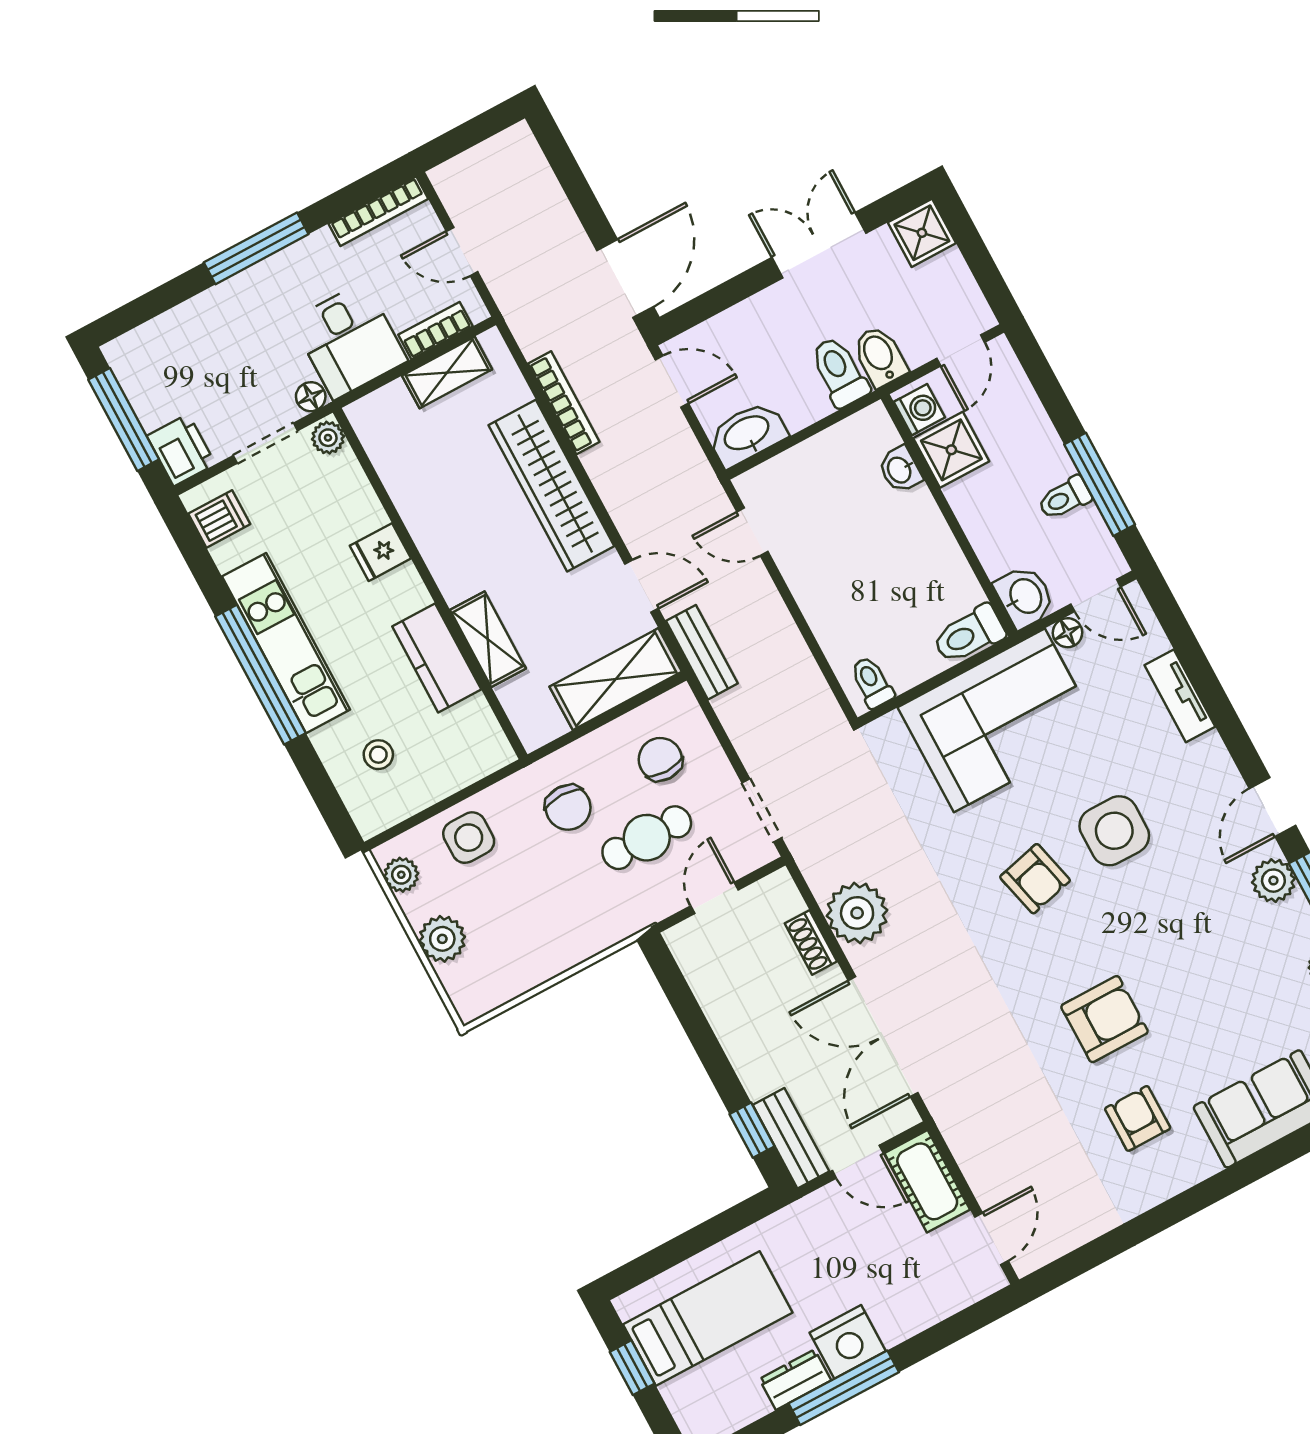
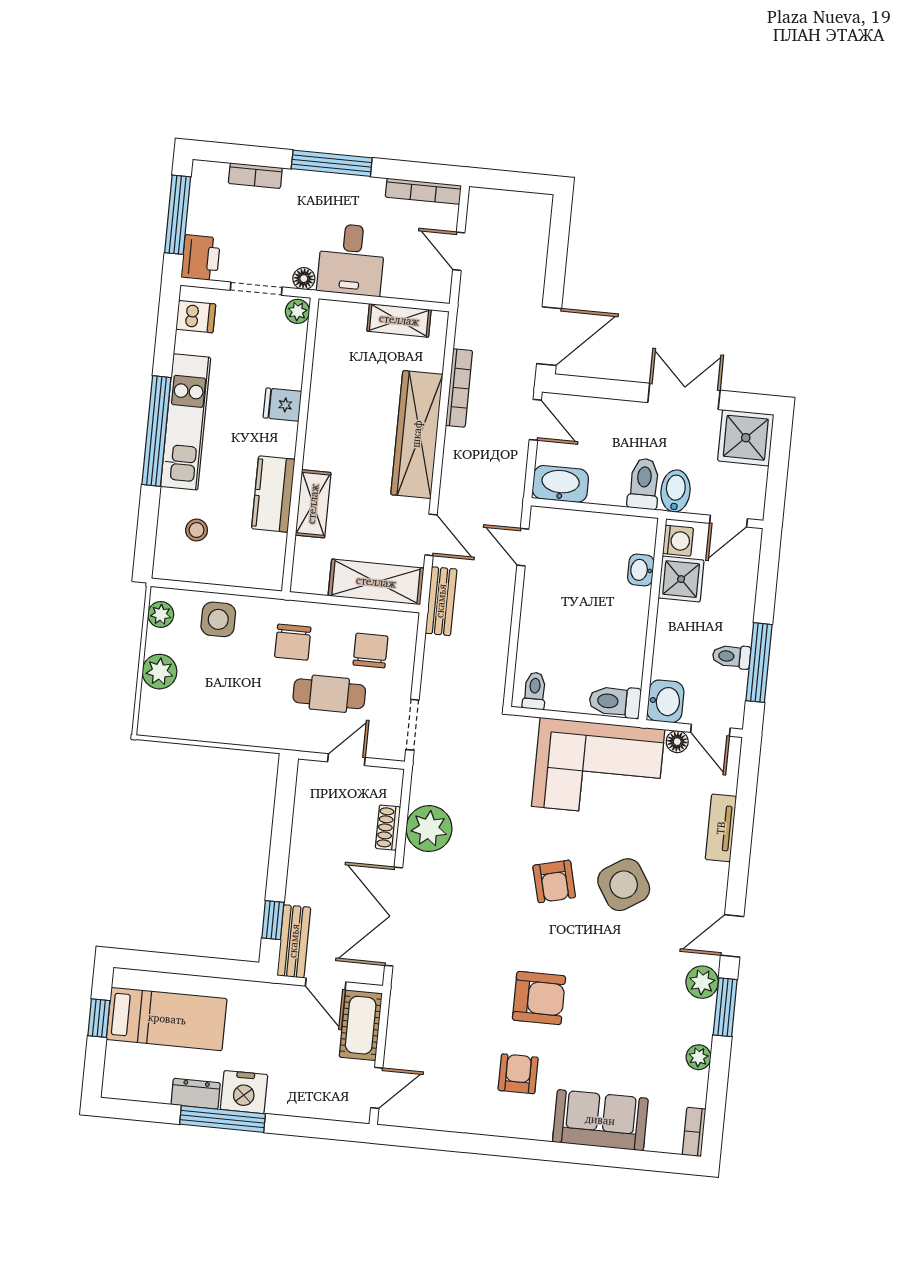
shower: (922, 233) -> (746, 438), width x1.36, depth x1.36
bookcase: (436, 331) -> (255, 176), moved, turned 180
side table: (1114, 831) -> (624, 885), turned -32

